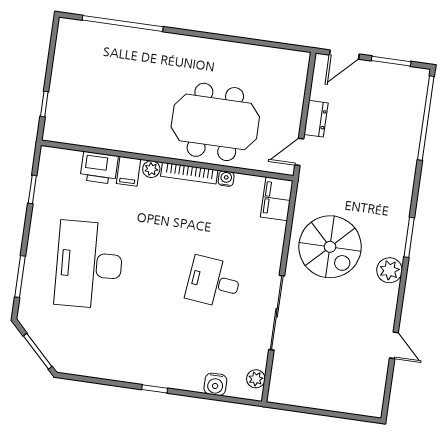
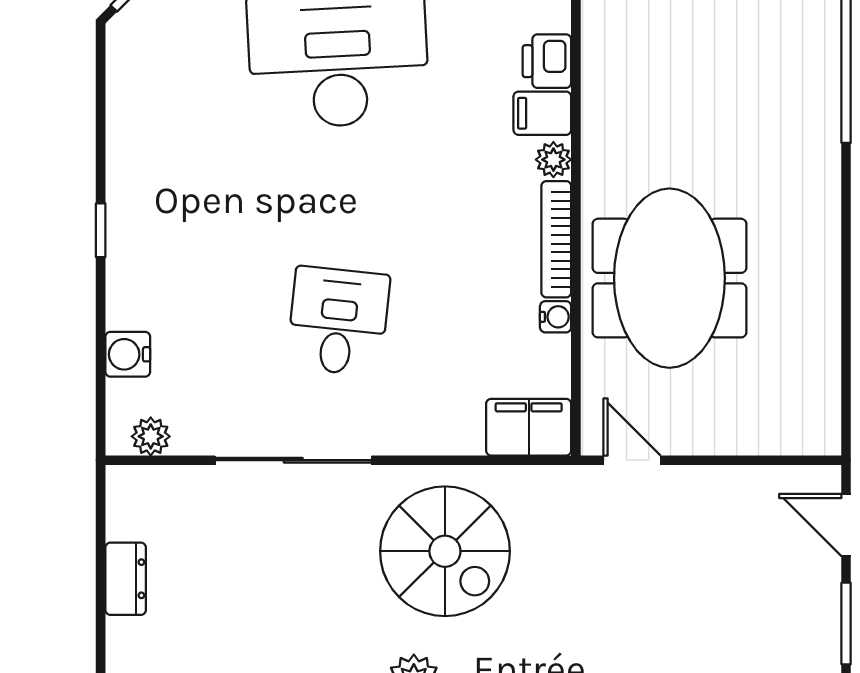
dresser: (316, 119) -> (126, 579), moved, turned -90
printer: (99, 168) -> (547, 61), width x0.73, depth x0.81
spiral stairs: (330, 247) -> (445, 551), turned -90

